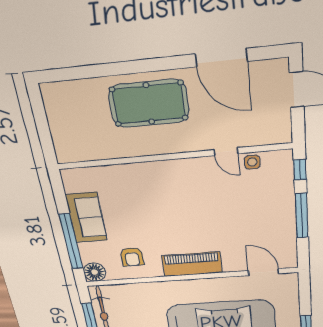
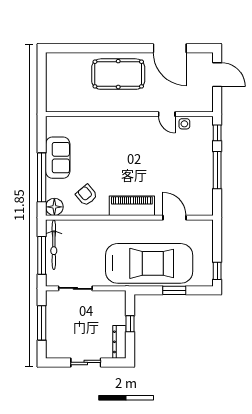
armchair: (132, 257) -> (86, 195), turned 140
door: (263, 272) -> (174, 218), moved

